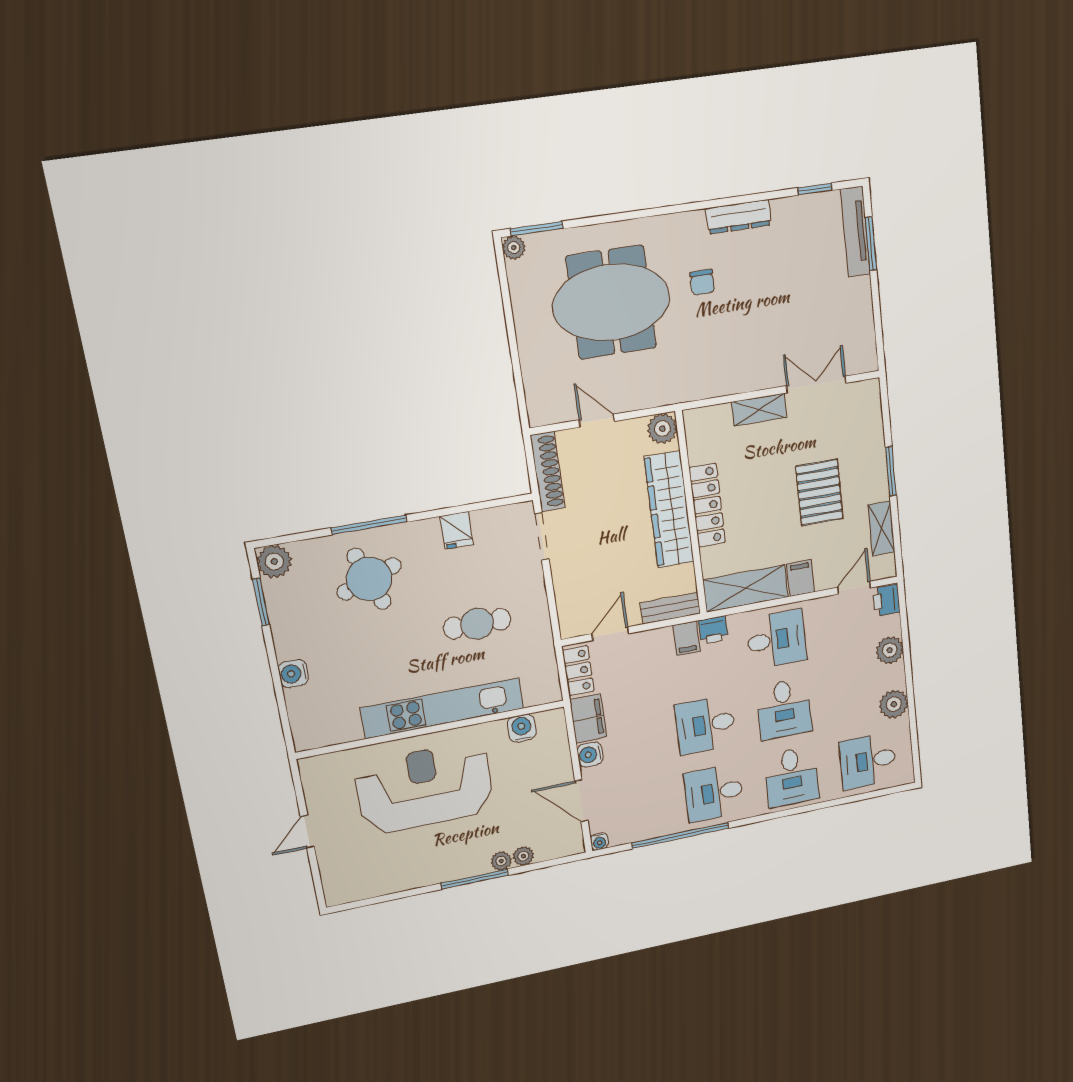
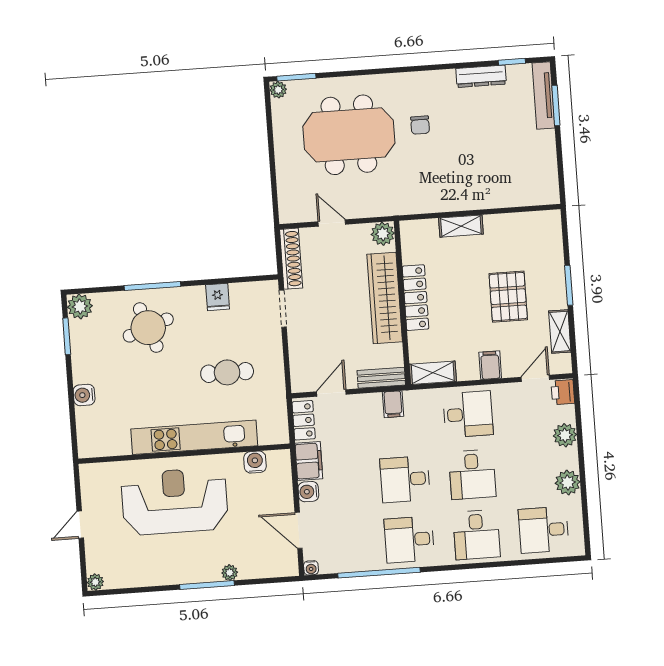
dresser: (739, 217) -> (481, 76), moved
double door: (816, 384) -> (508, 210), removed
shelving: (746, 588) -> (433, 373), width x0.67, depth x0.75
printer: (713, 630) -> (416, 400), removed
plant: (523, 856) -> (95, 582), moved

